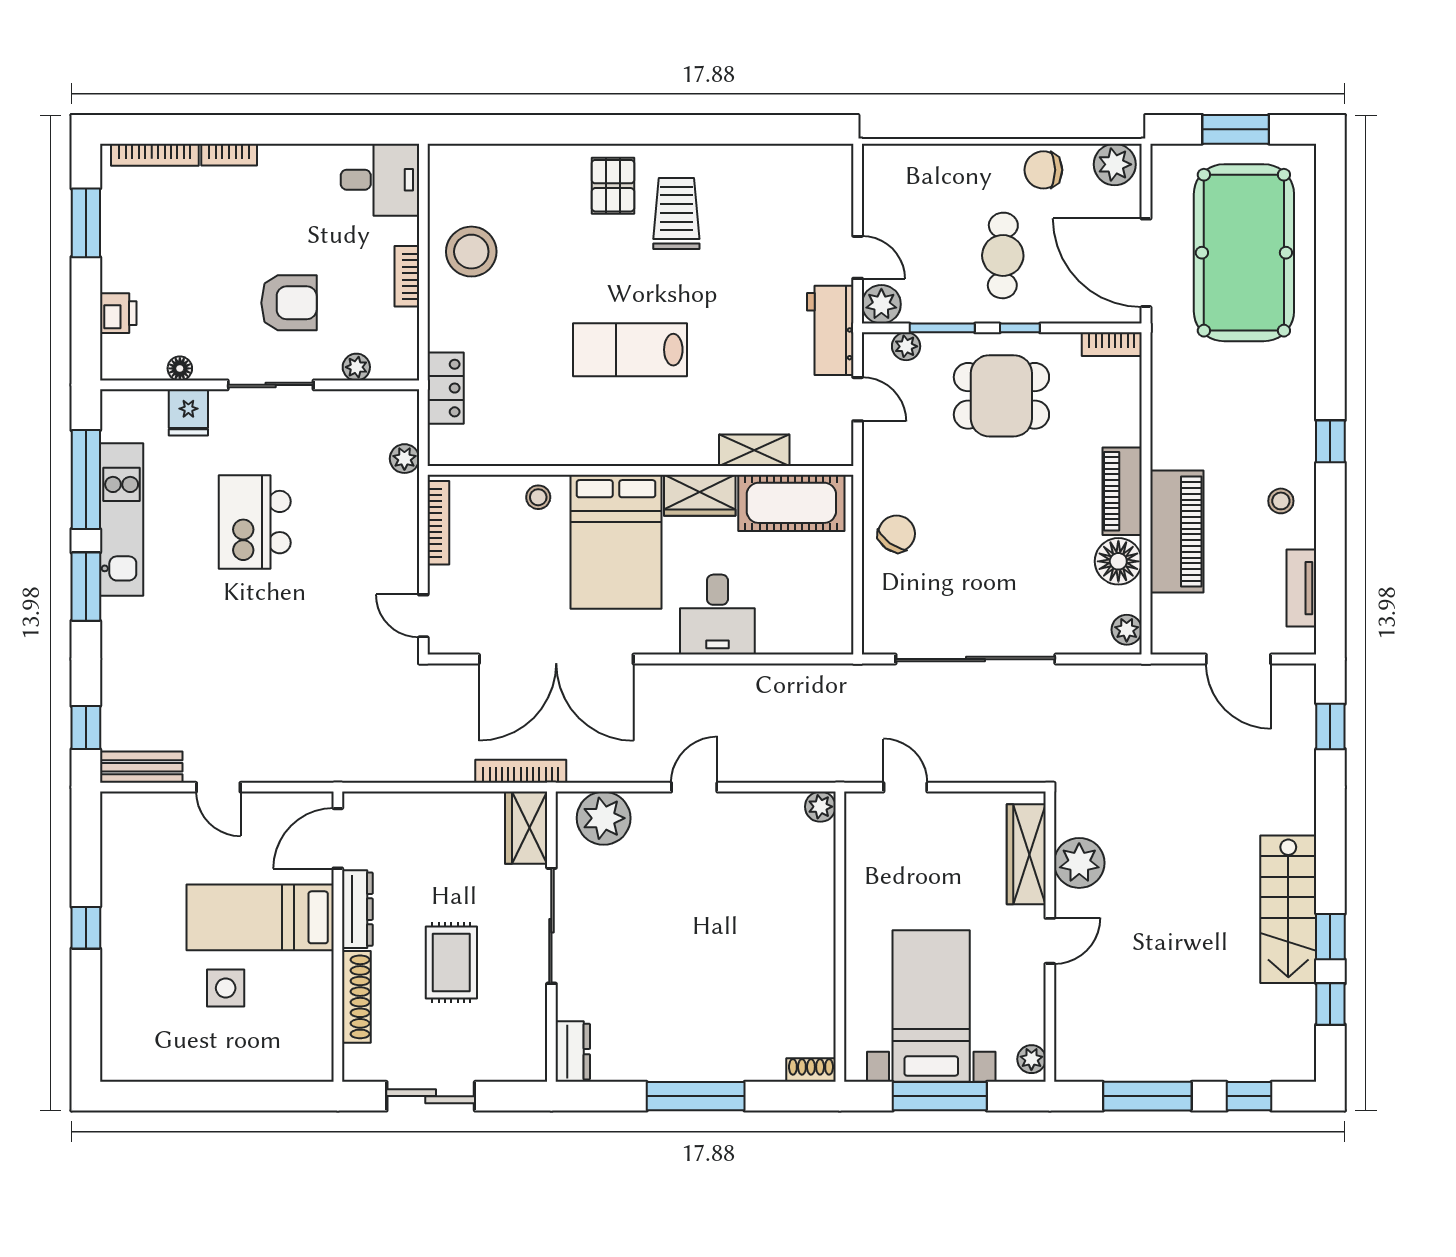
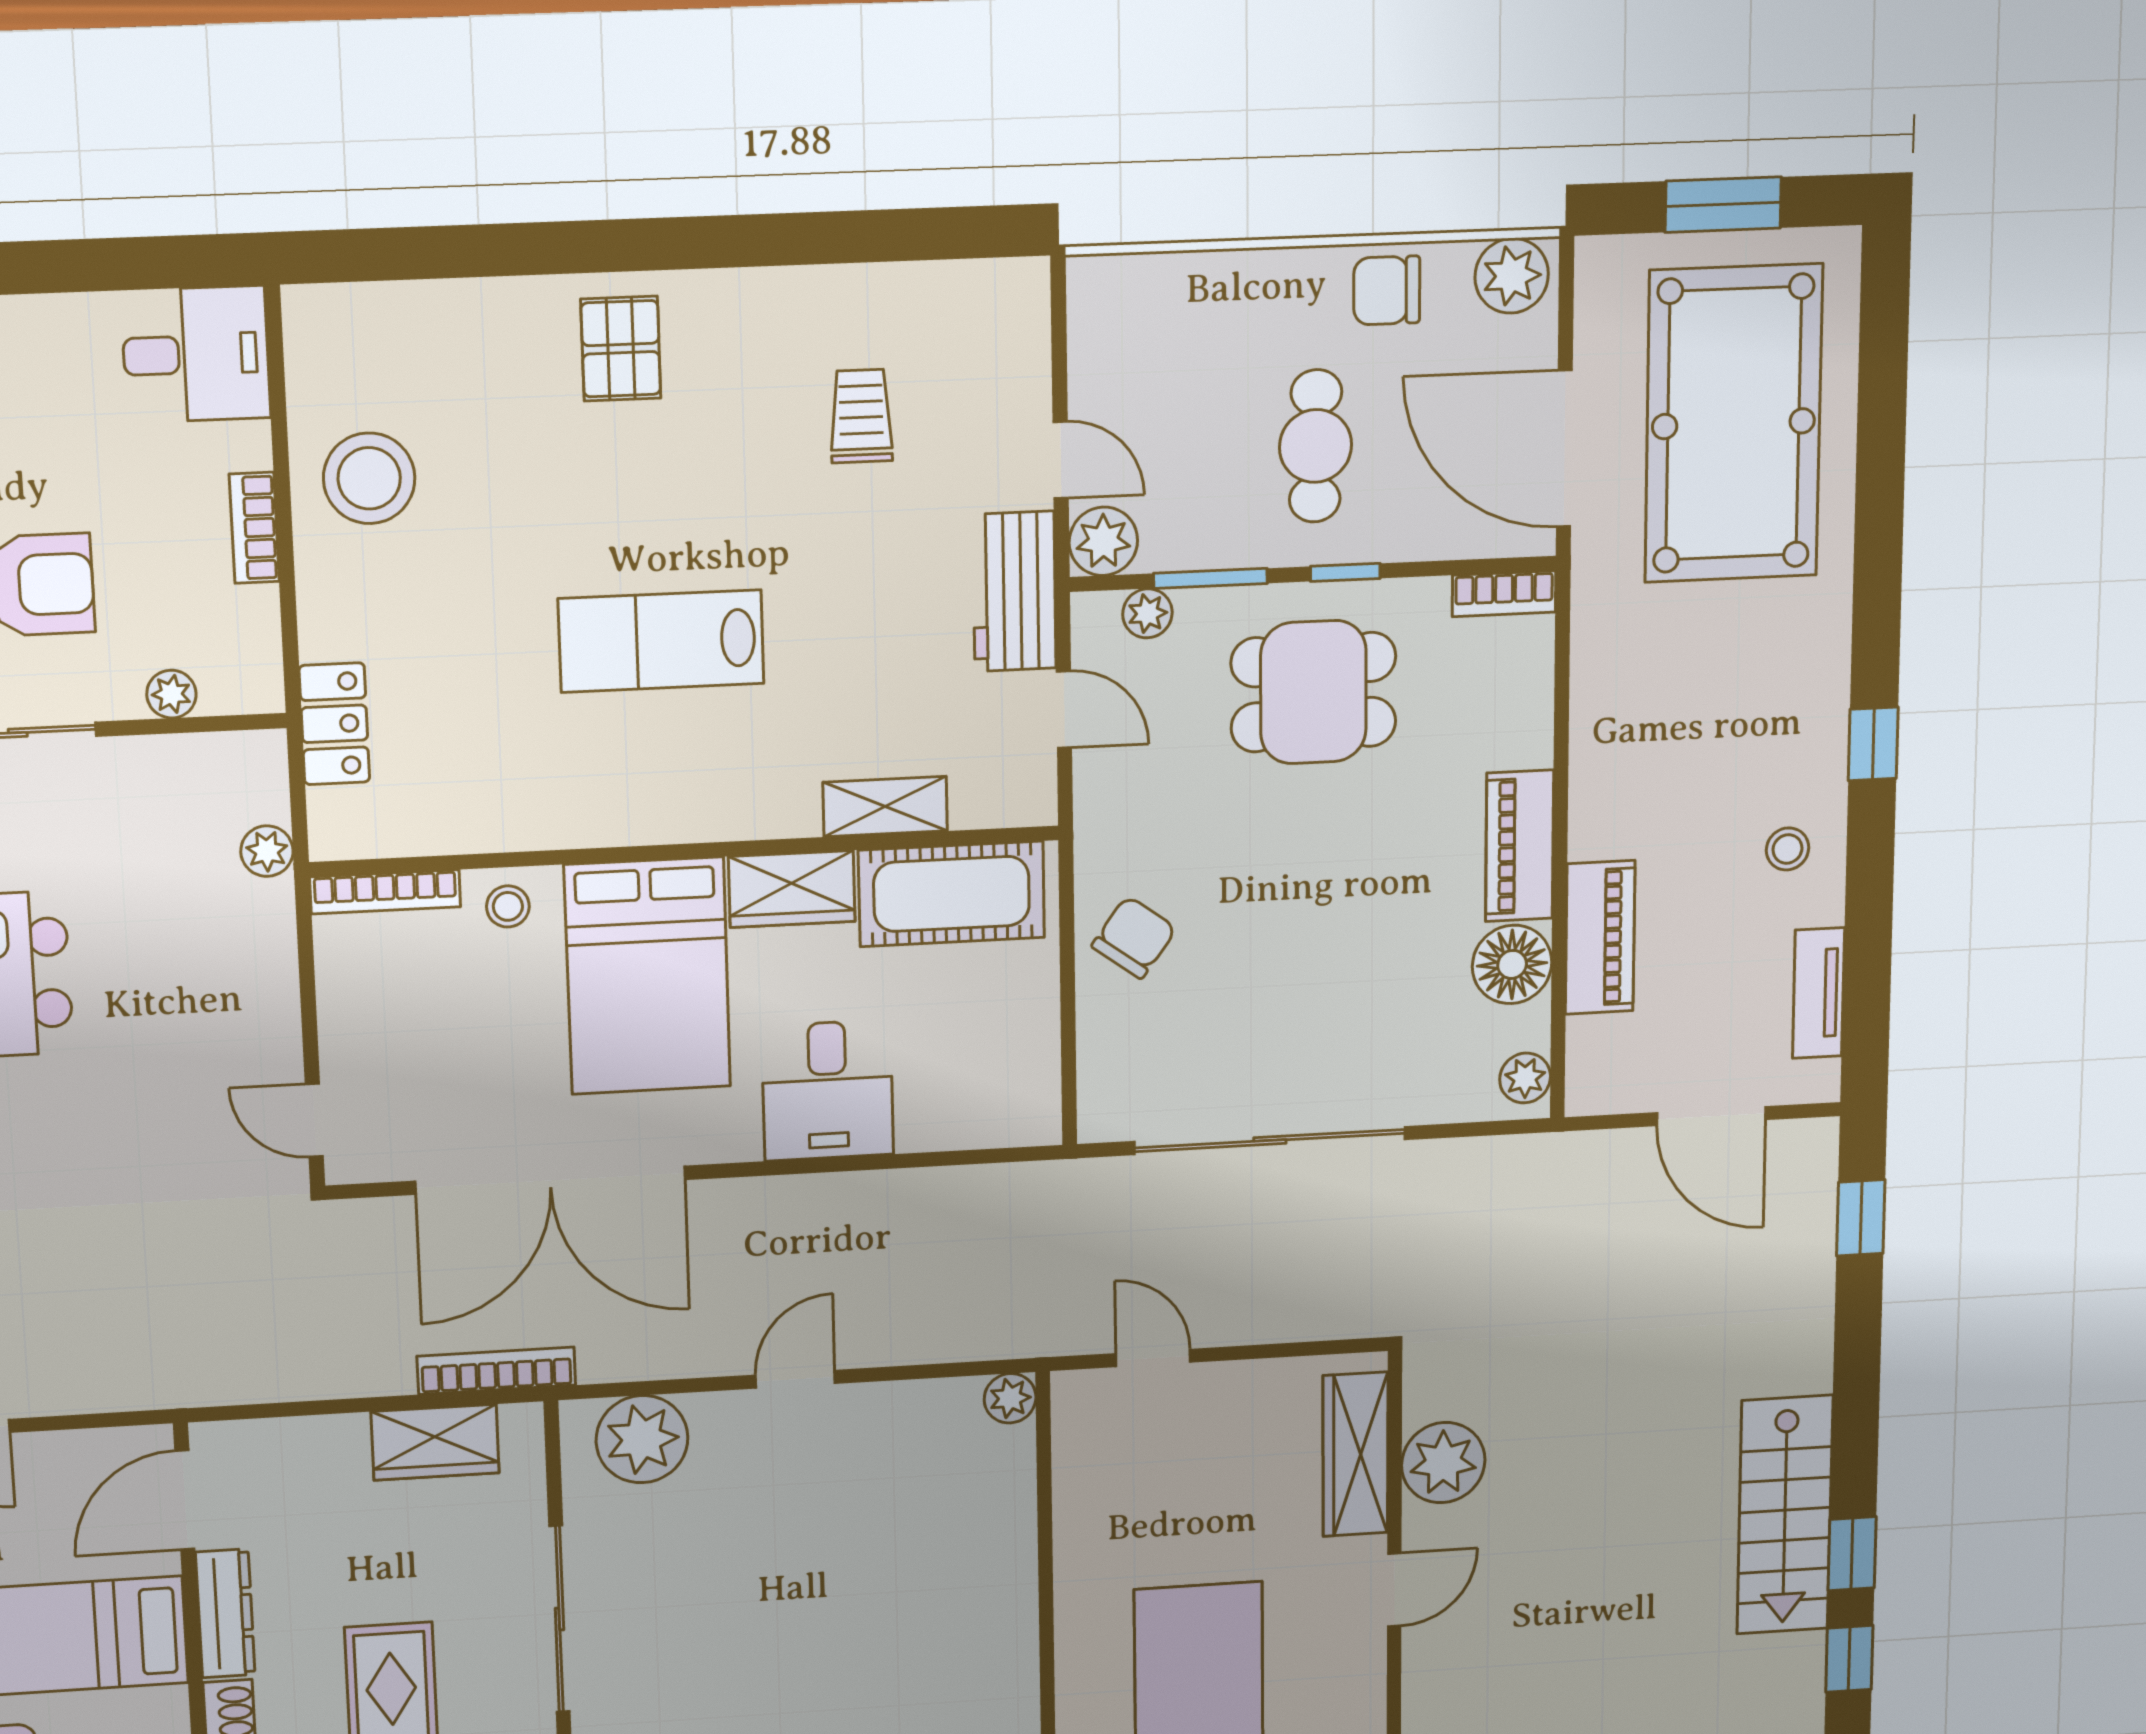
trolley: (676, 213) -> (861, 416), moved, width x0.73, depth x0.72
bookcase: (438, 523) -> (385, 892), moved, turned 90
piano: (1177, 532) -> (1600, 937), width x0.73, depth x0.75
wardrobe: (526, 828) -> (435, 1442), moved, turned -90

